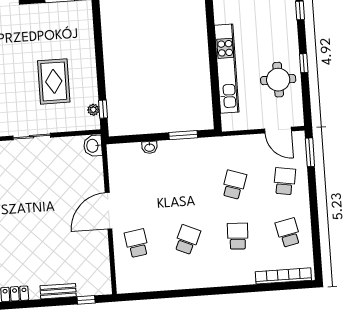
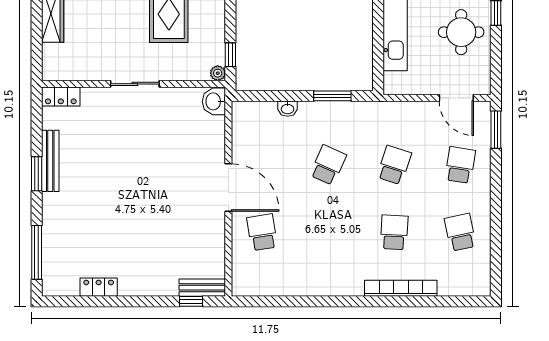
plant: (93, 110) -> (218, 73), moved
door: (109, 211) -> (228, 188), swing flipped
school desk: (187, 240) -> (328, 165), moved
bookcase: (283, 276) -> (401, 288), moved
bench: (58, 291) -> (202, 288), moved

